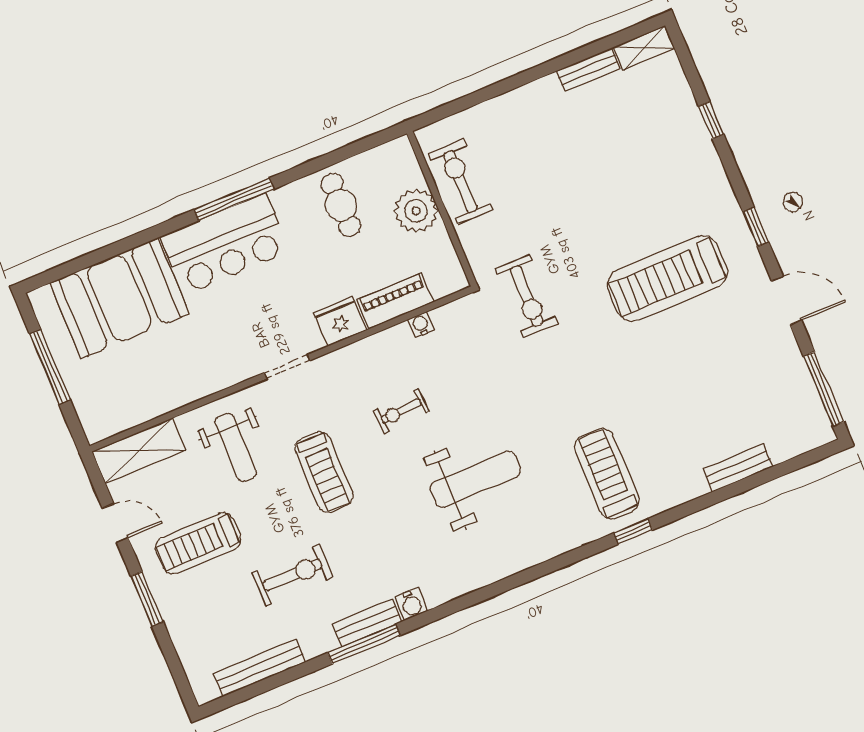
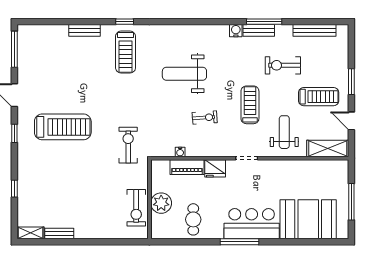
bench: (738, 468) -> (85, 30), moved

